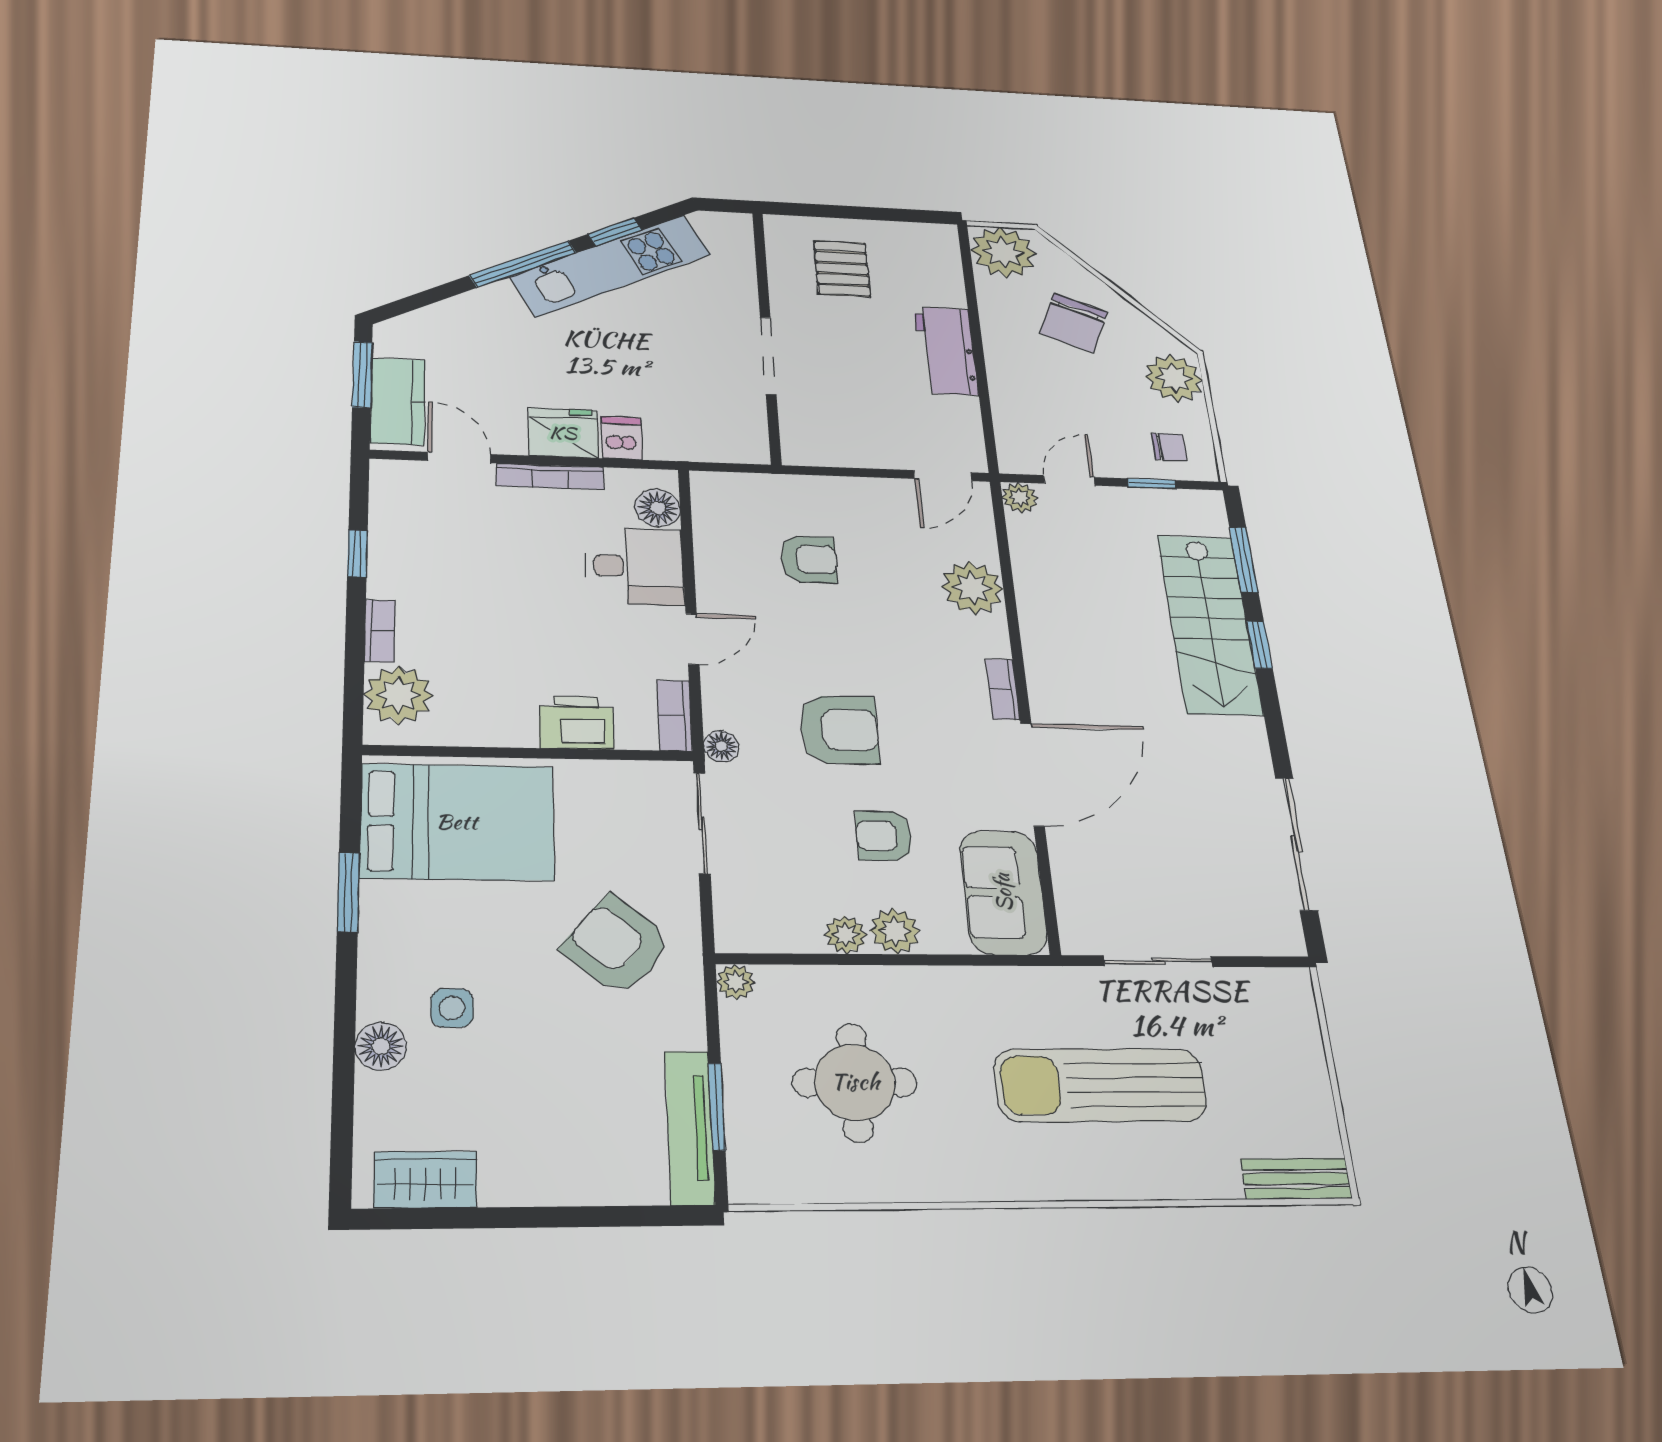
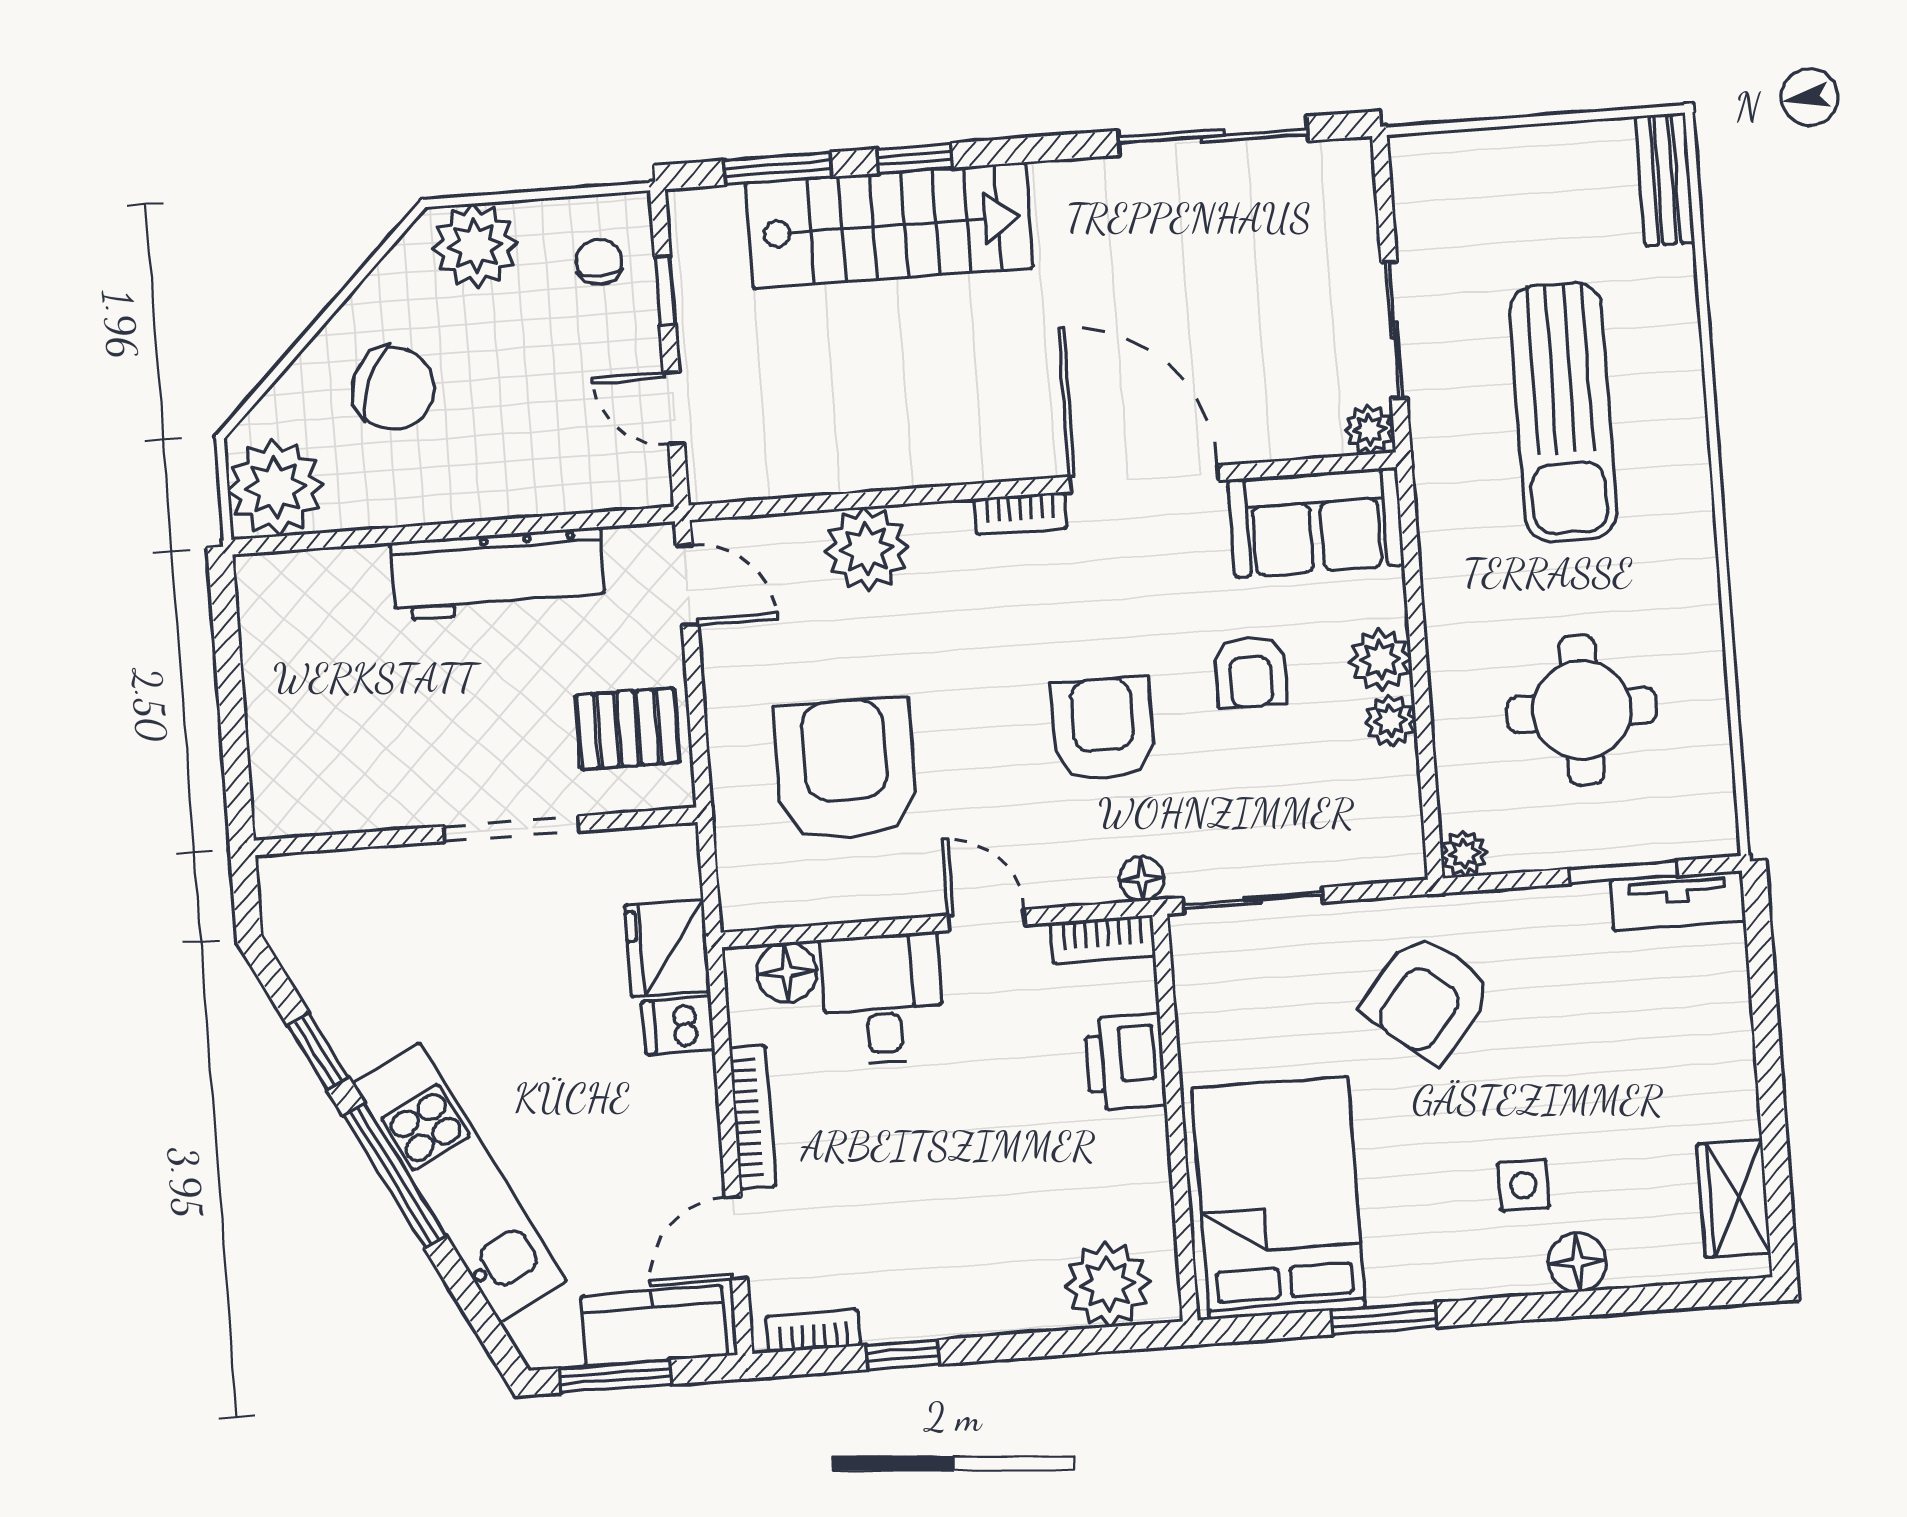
kitchen unit: (611, 265) -> (459, 1182), moved
pallet: (842, 268) -> (628, 729), moved
workbench: (946, 351) -> (498, 574), width x1.38
fridge: (563, 433) -> (667, 948), moved
plant: (1020, 498) -> (1369, 430), moved
armchair: (809, 559) -> (846, 769), width x1.88, depth x1.88
bookcase: (380, 631) -> (813, 1331), moved
tv unit: (690, 1127) -> (1678, 901), width x0.71

